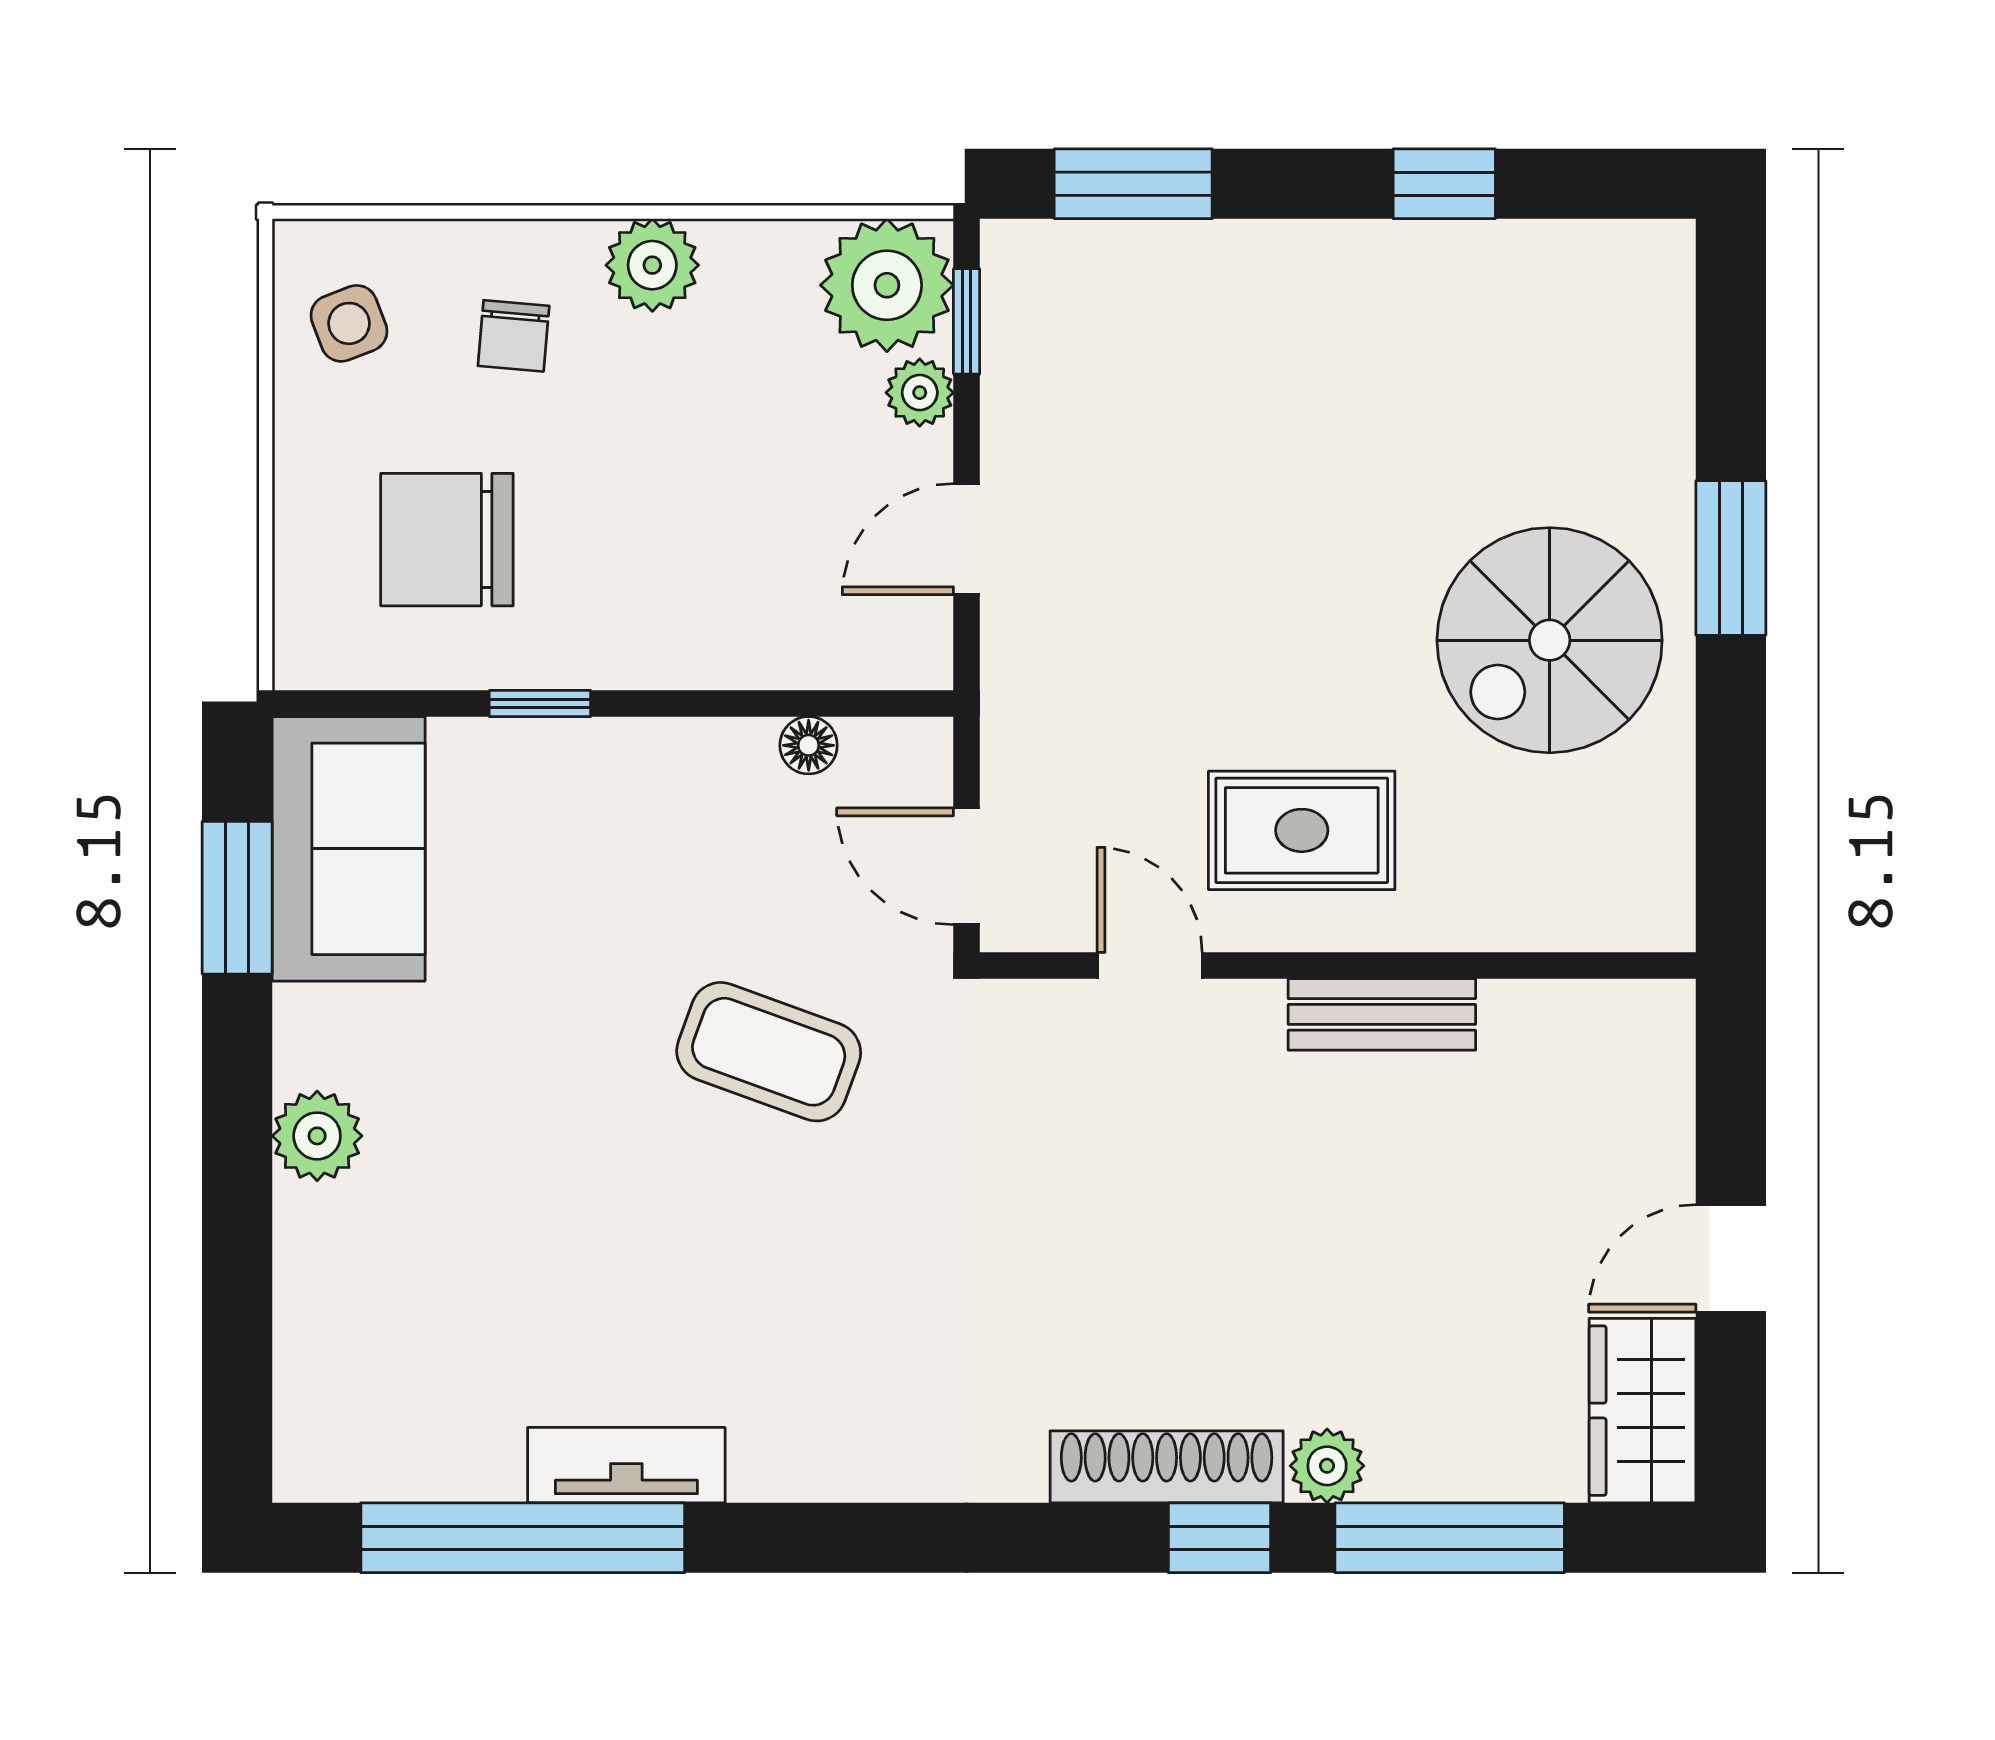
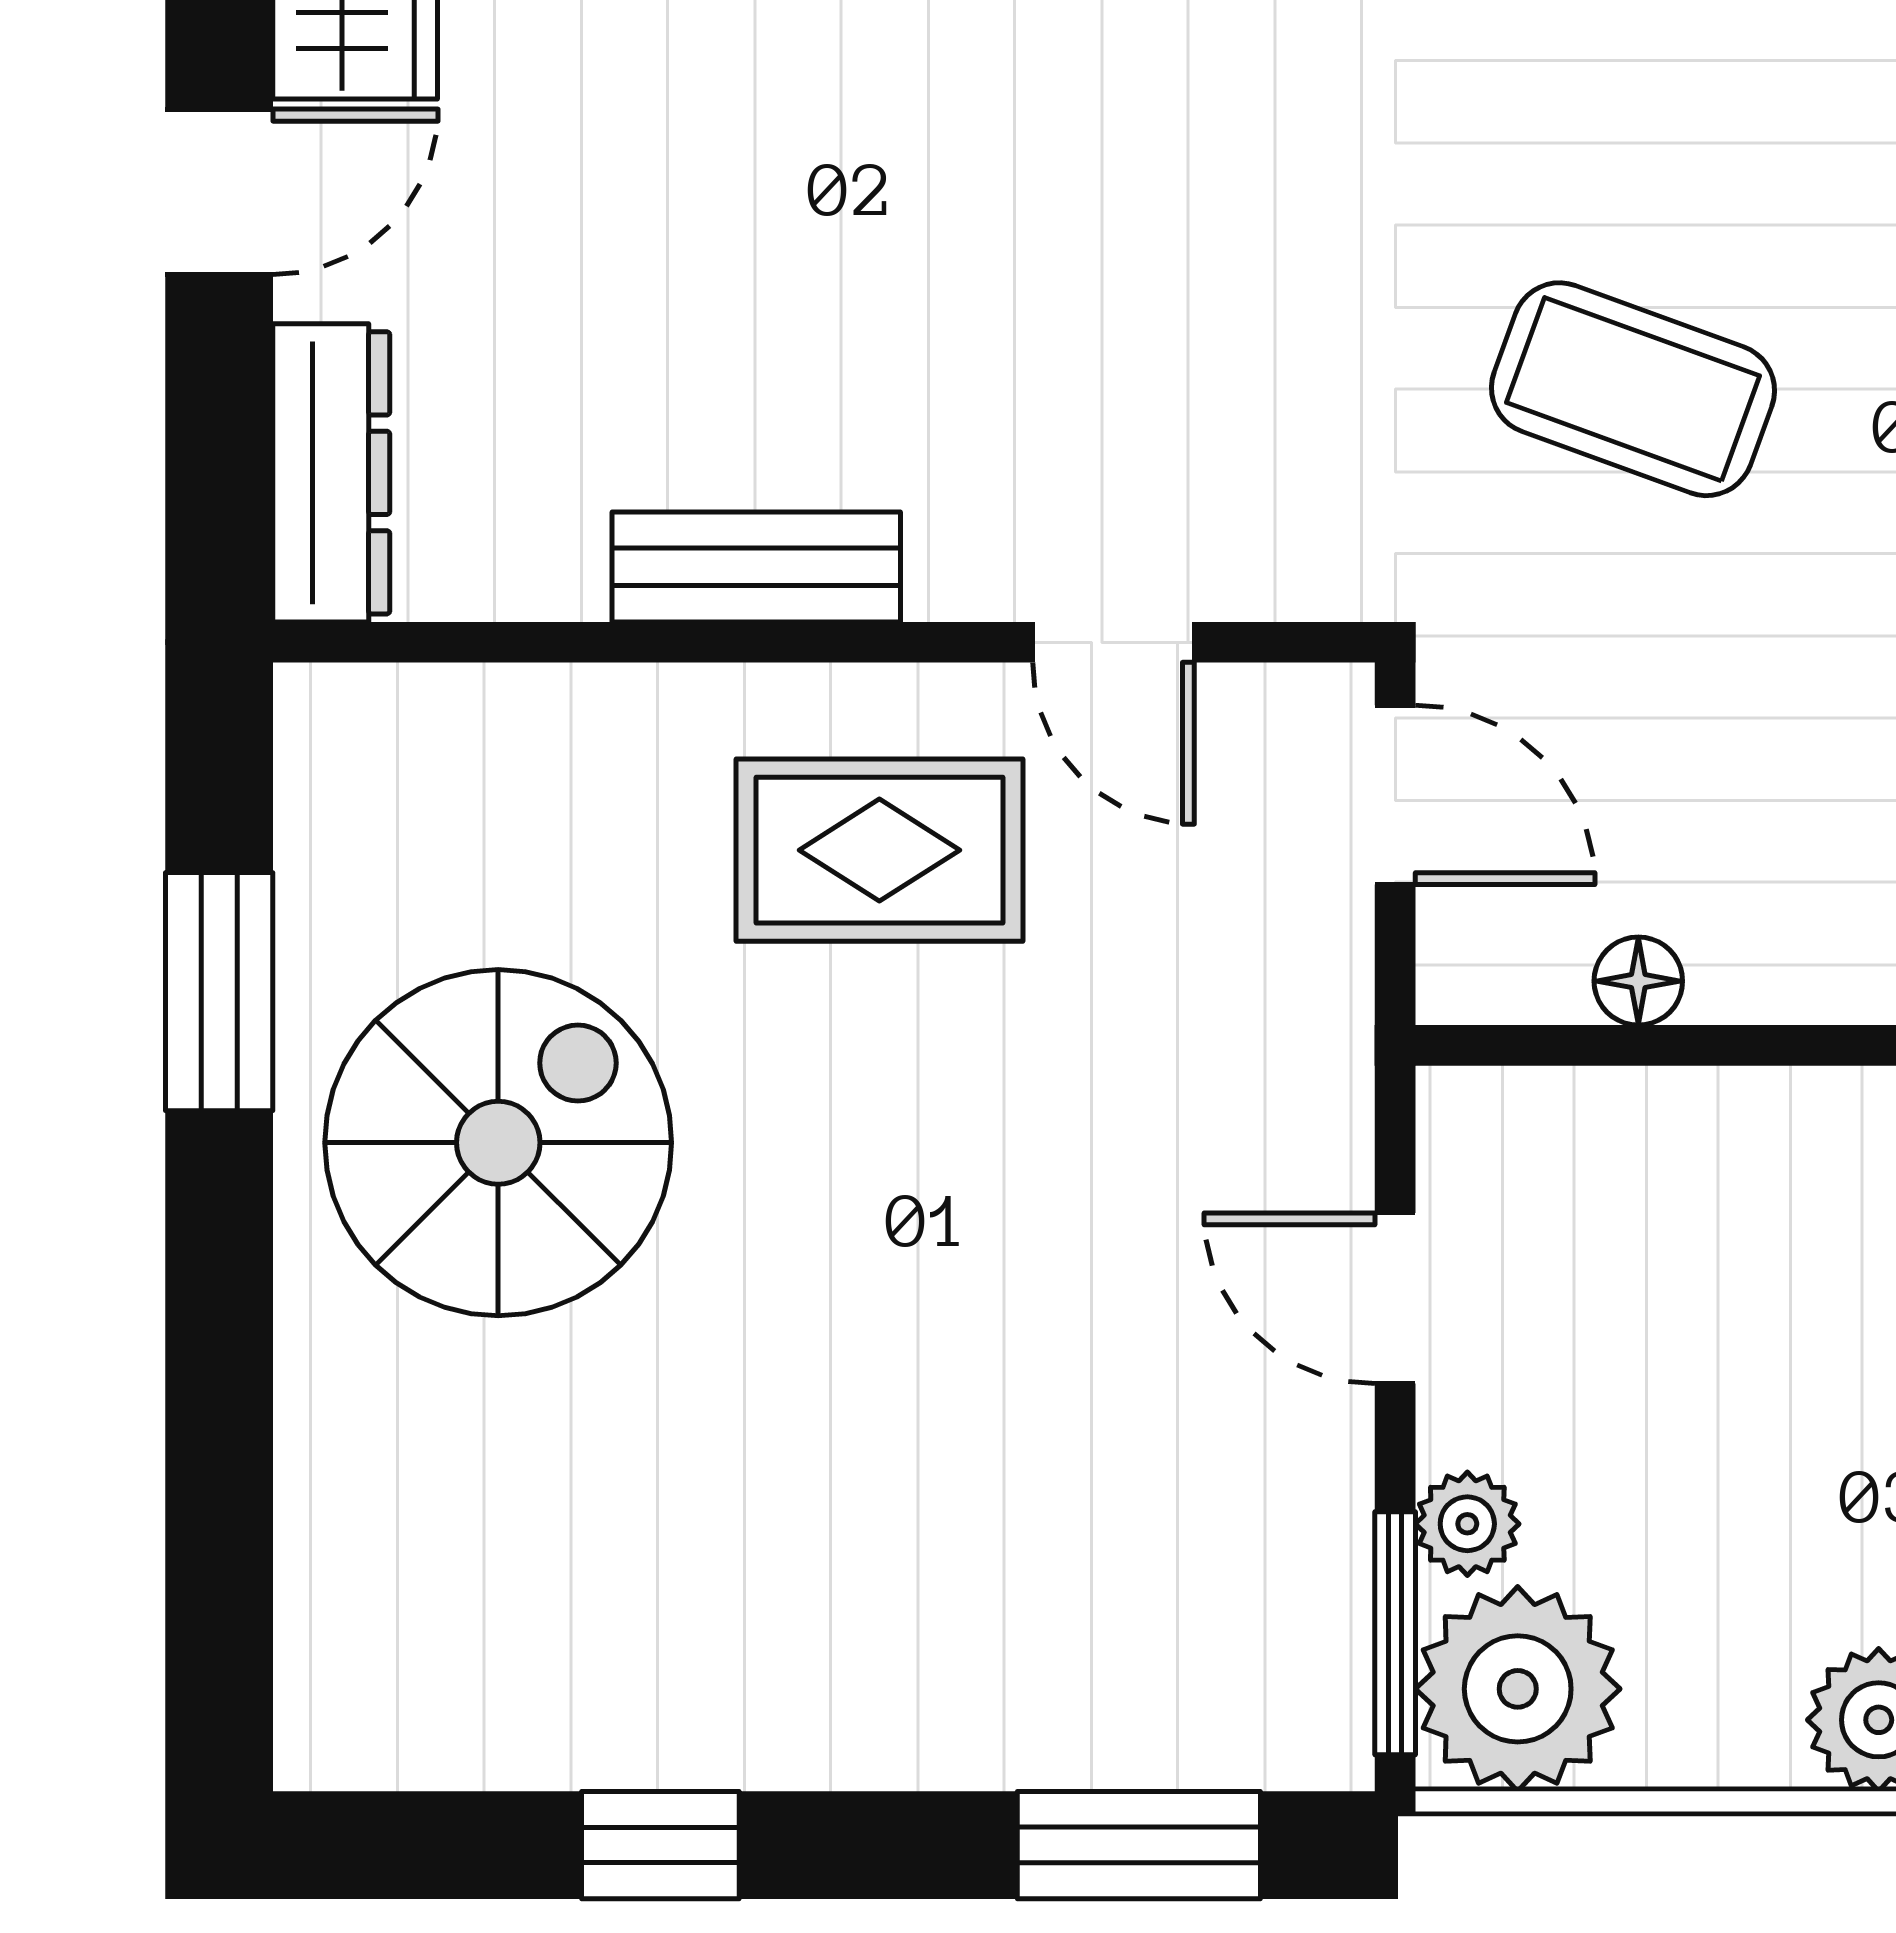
window: (967, 321) -> (1395, 1633), width x1.50
door: (967, 539) -> (1395, 1298), swing flipped
window: (1731, 558) -> (219, 992), moved
coffee table: (769, 1052) -> (1633, 389), moved
dresser: (1658, 1076) -> (331, 473), added

